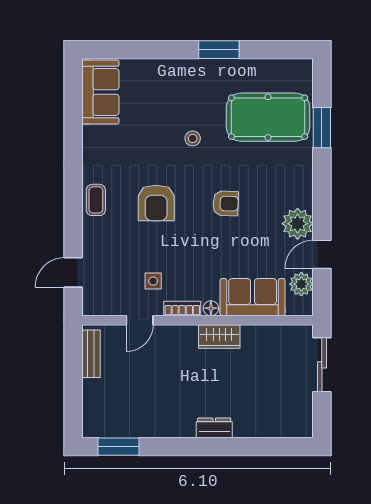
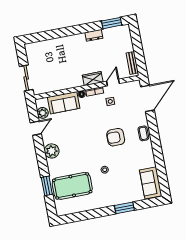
window: (219, 50) -> (124, 208), moved
armchair: (156, 203) -> (116, 137), turned -90
armchair: (226, 203) -> (84, 143), removed
plant: (298, 224) -> (52, 151), moved
door: (73, 272) -> (147, 98), width x1.88
wardrobe: (219, 336) -> (93, 79), moved
dresser: (214, 428) -> (94, 35), moved

